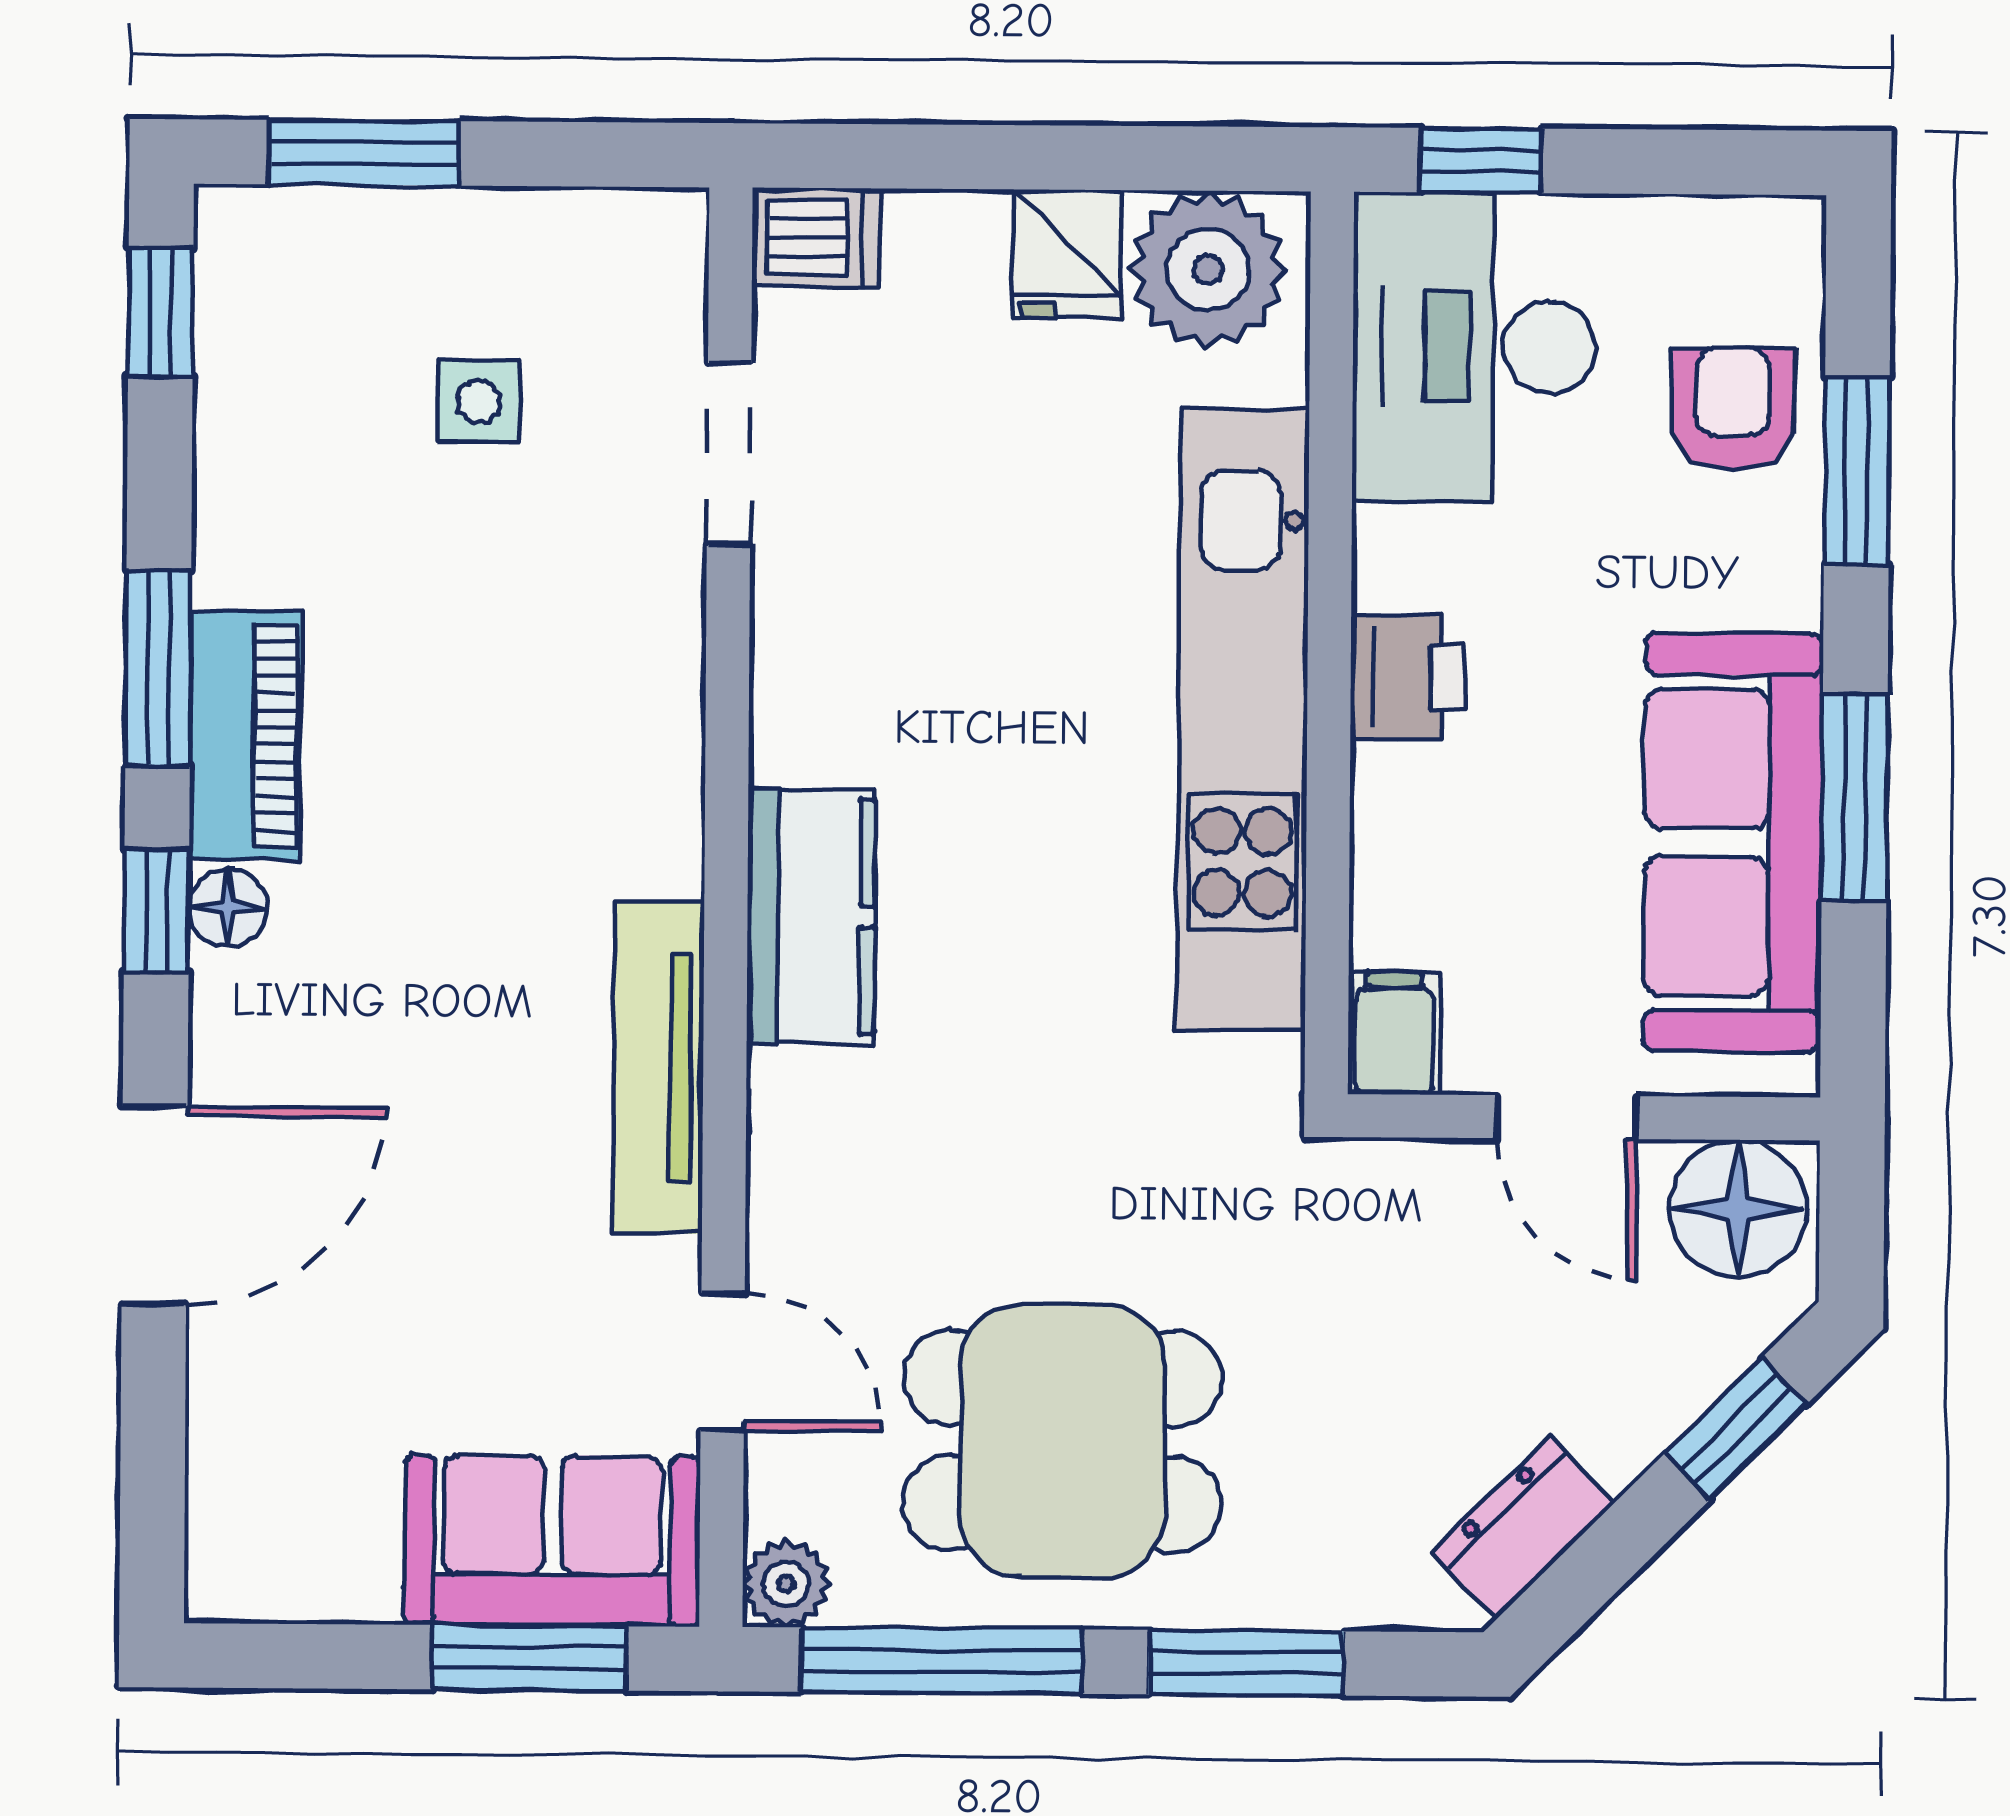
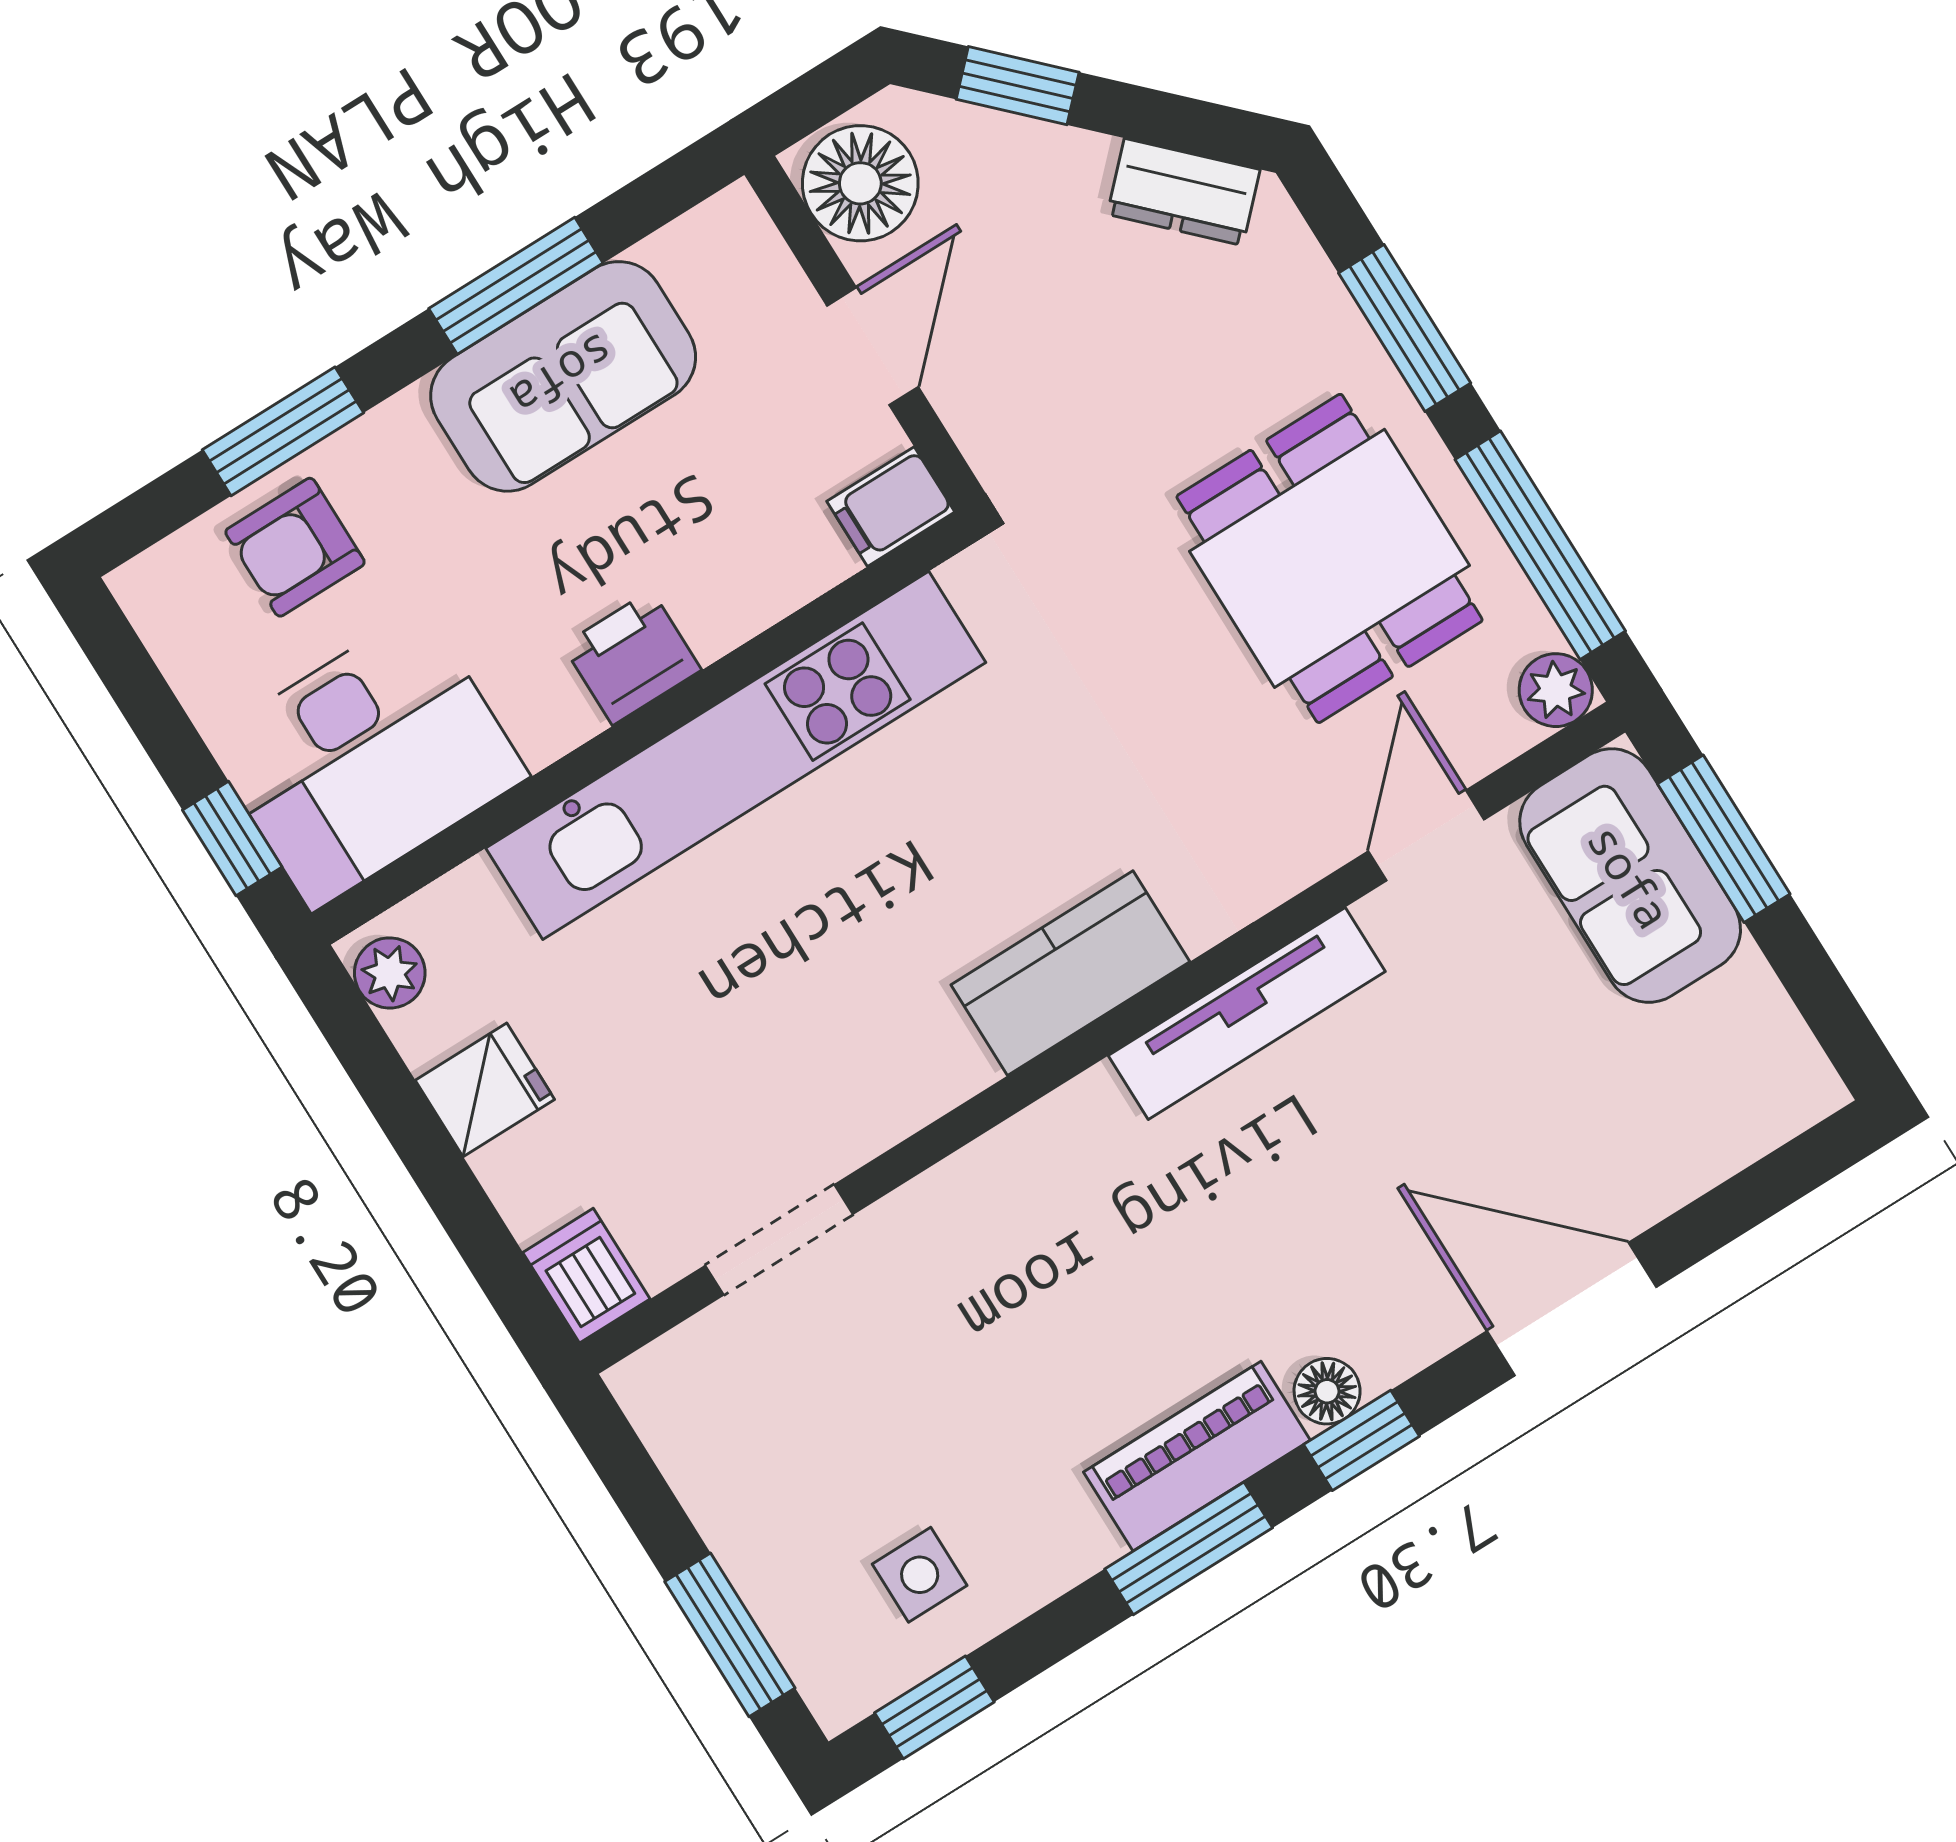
plant: (1208, 269) -> (390, 973), width x0.53, depth x0.53
side table: (479, 401) -> (920, 1575), moved
sofa: (1733, 843) -> (563, 376), width x0.73

